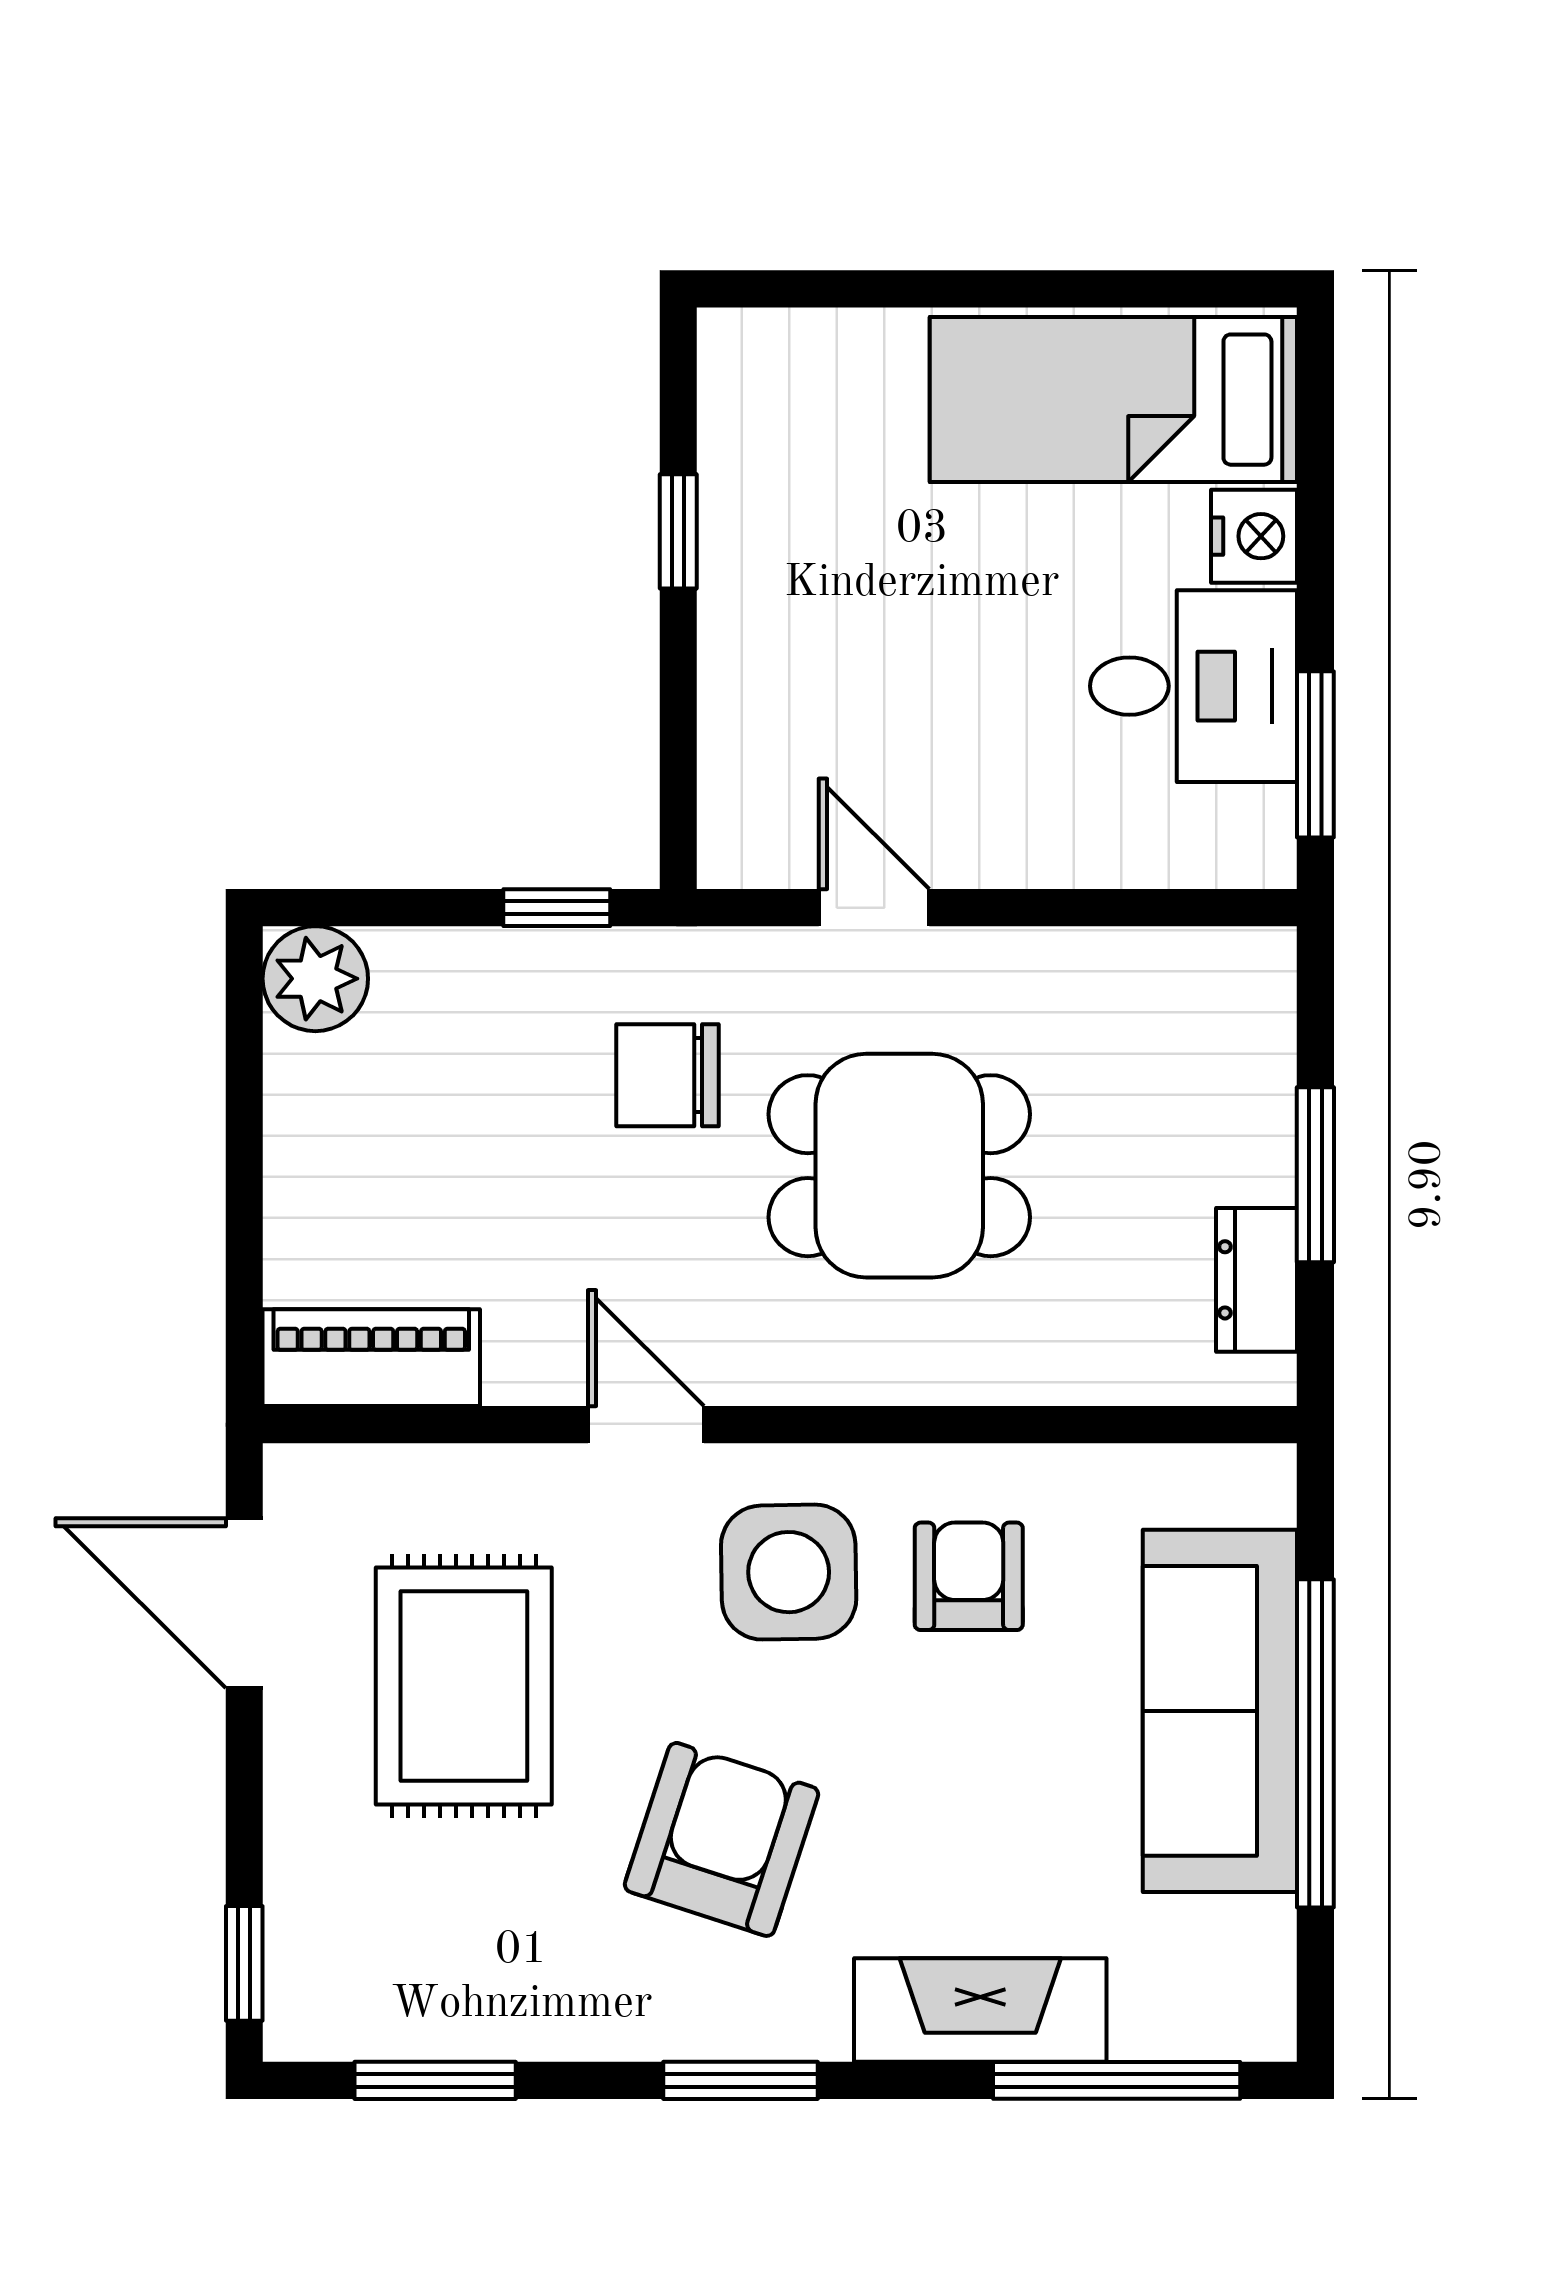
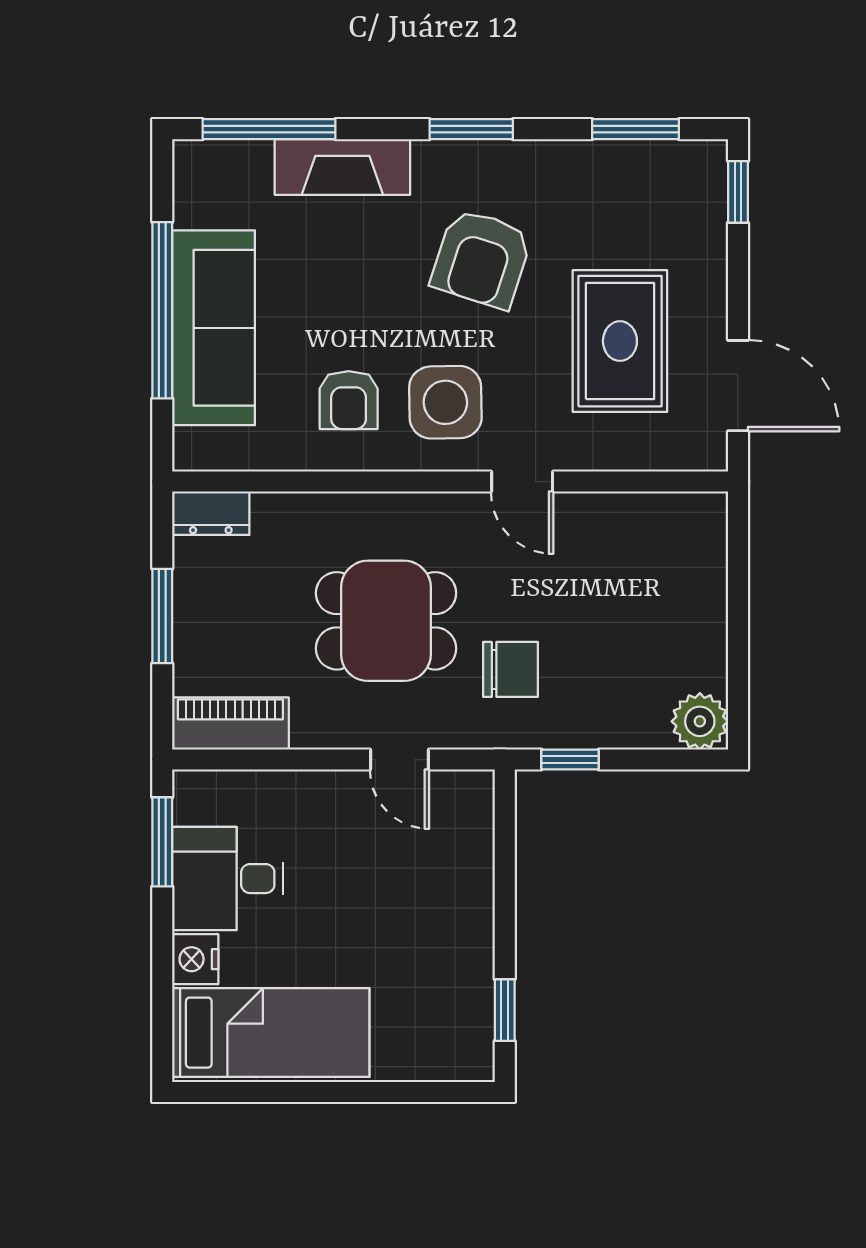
window: (678, 531) -> (505, 1010), moved
dresser: (1257, 1280) -> (211, 513), moved, turned 90
piano: (371, 1358) -> (230, 723), moved, turned 180

